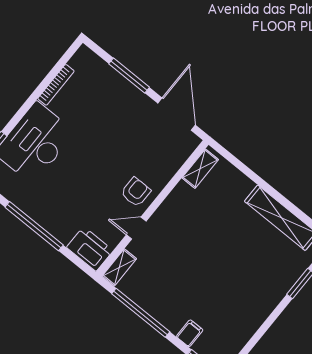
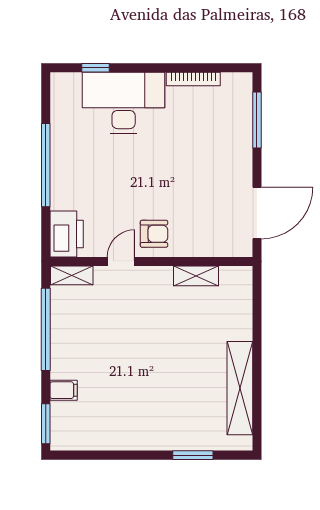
window: (129, 76) -> (257, 120), moved
shelving: (200, 169) -> (196, 276), moved
door: (136, 228) -> (121, 261), hinge flipped

